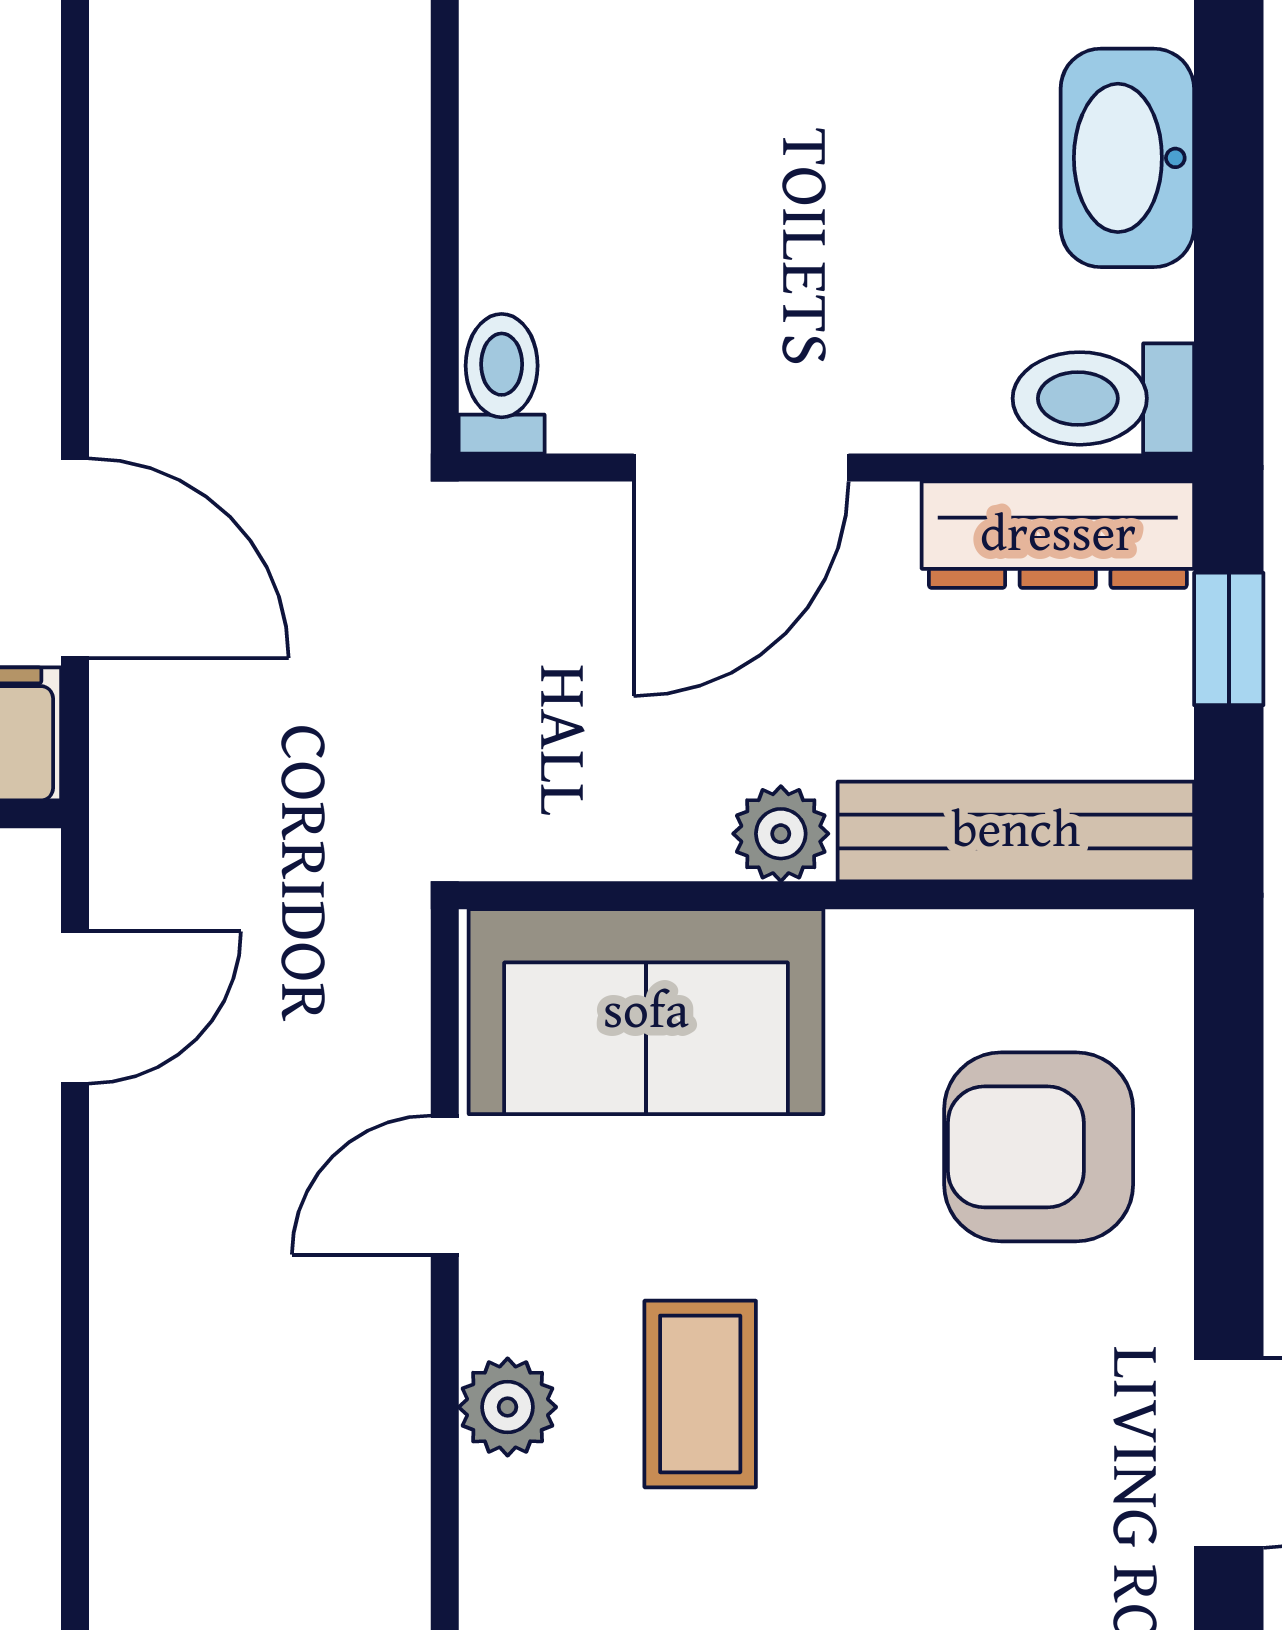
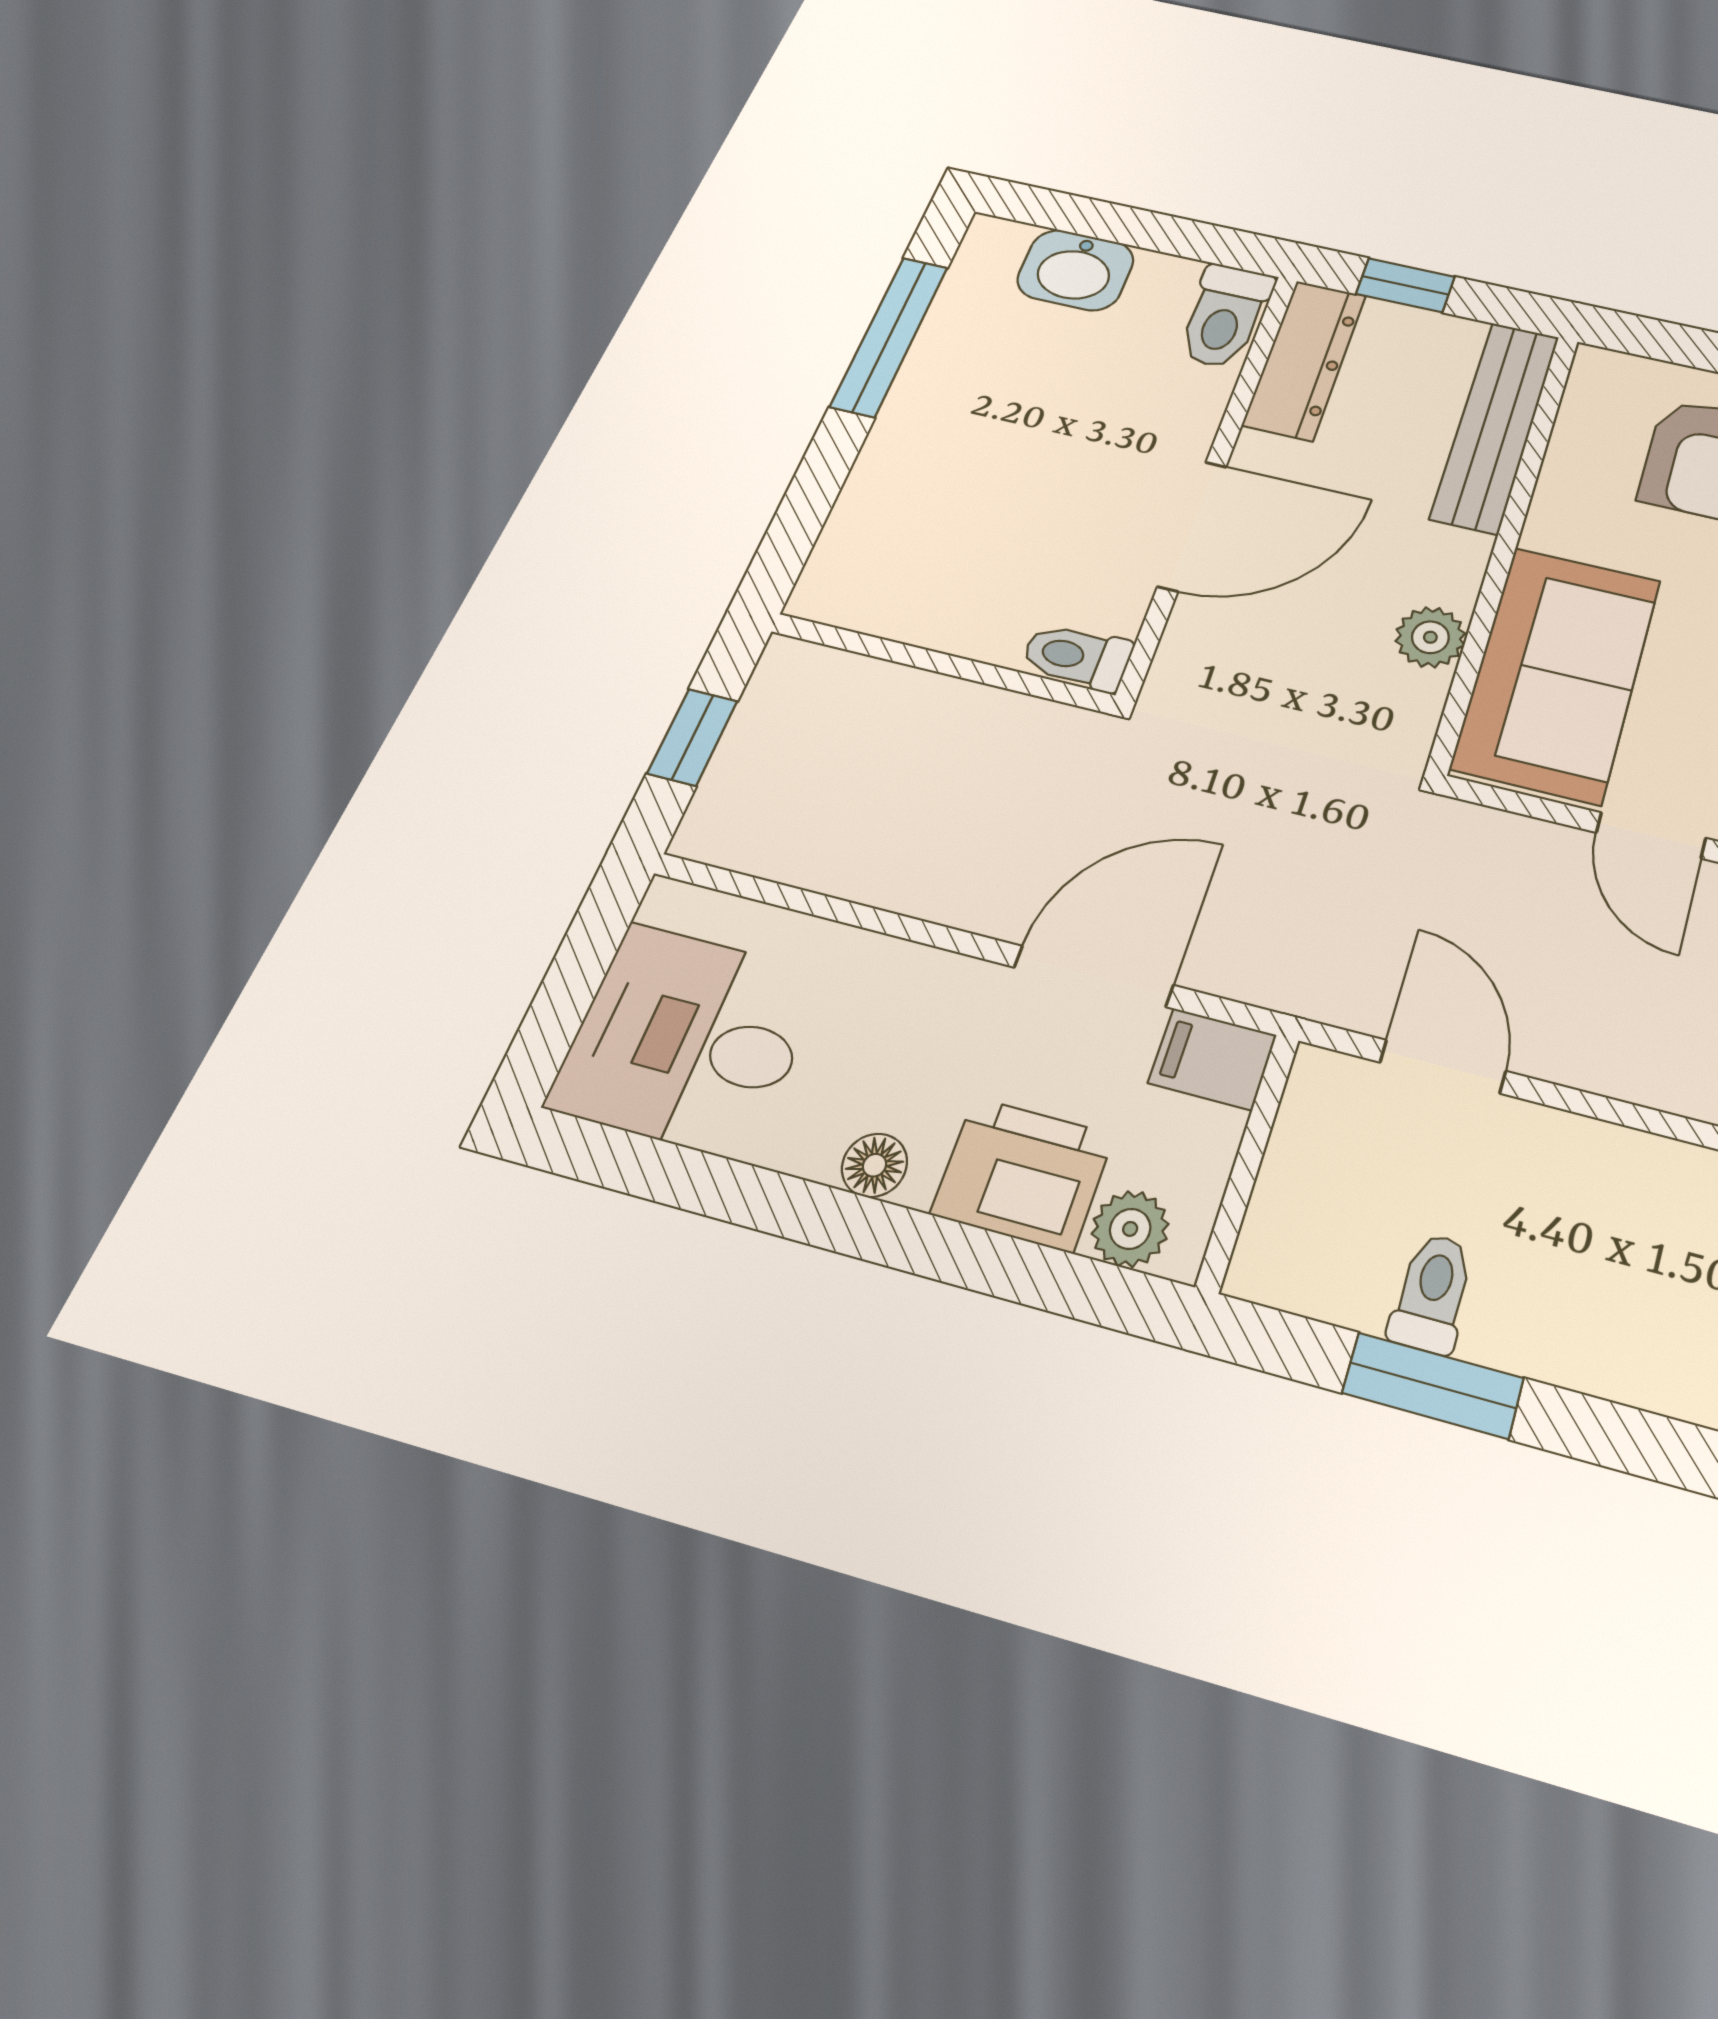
washbasin: (1127, 158) -> (1075, 270), width x0.72
door: (741, 467) -> (1192, 526), hinge flipped
plant: (781, 834) -> (1430, 637), moved

